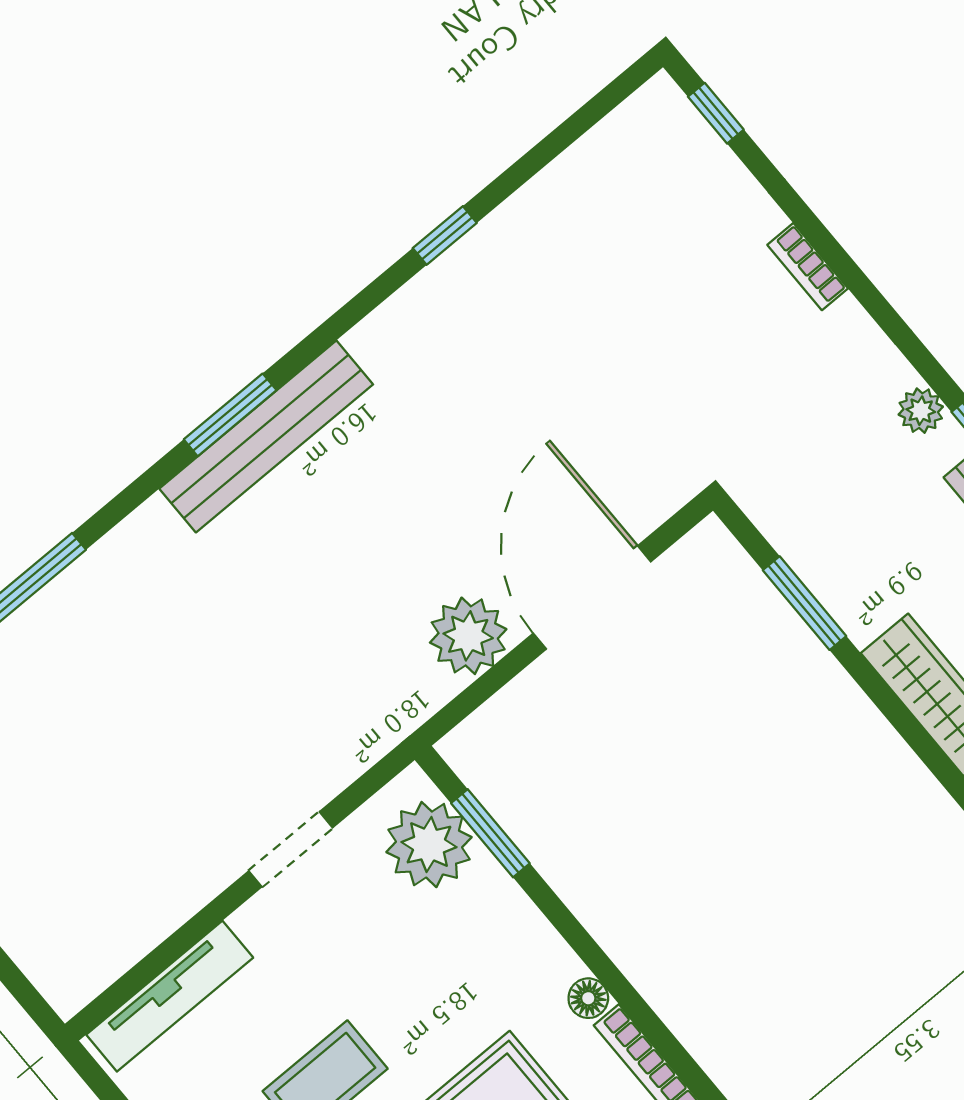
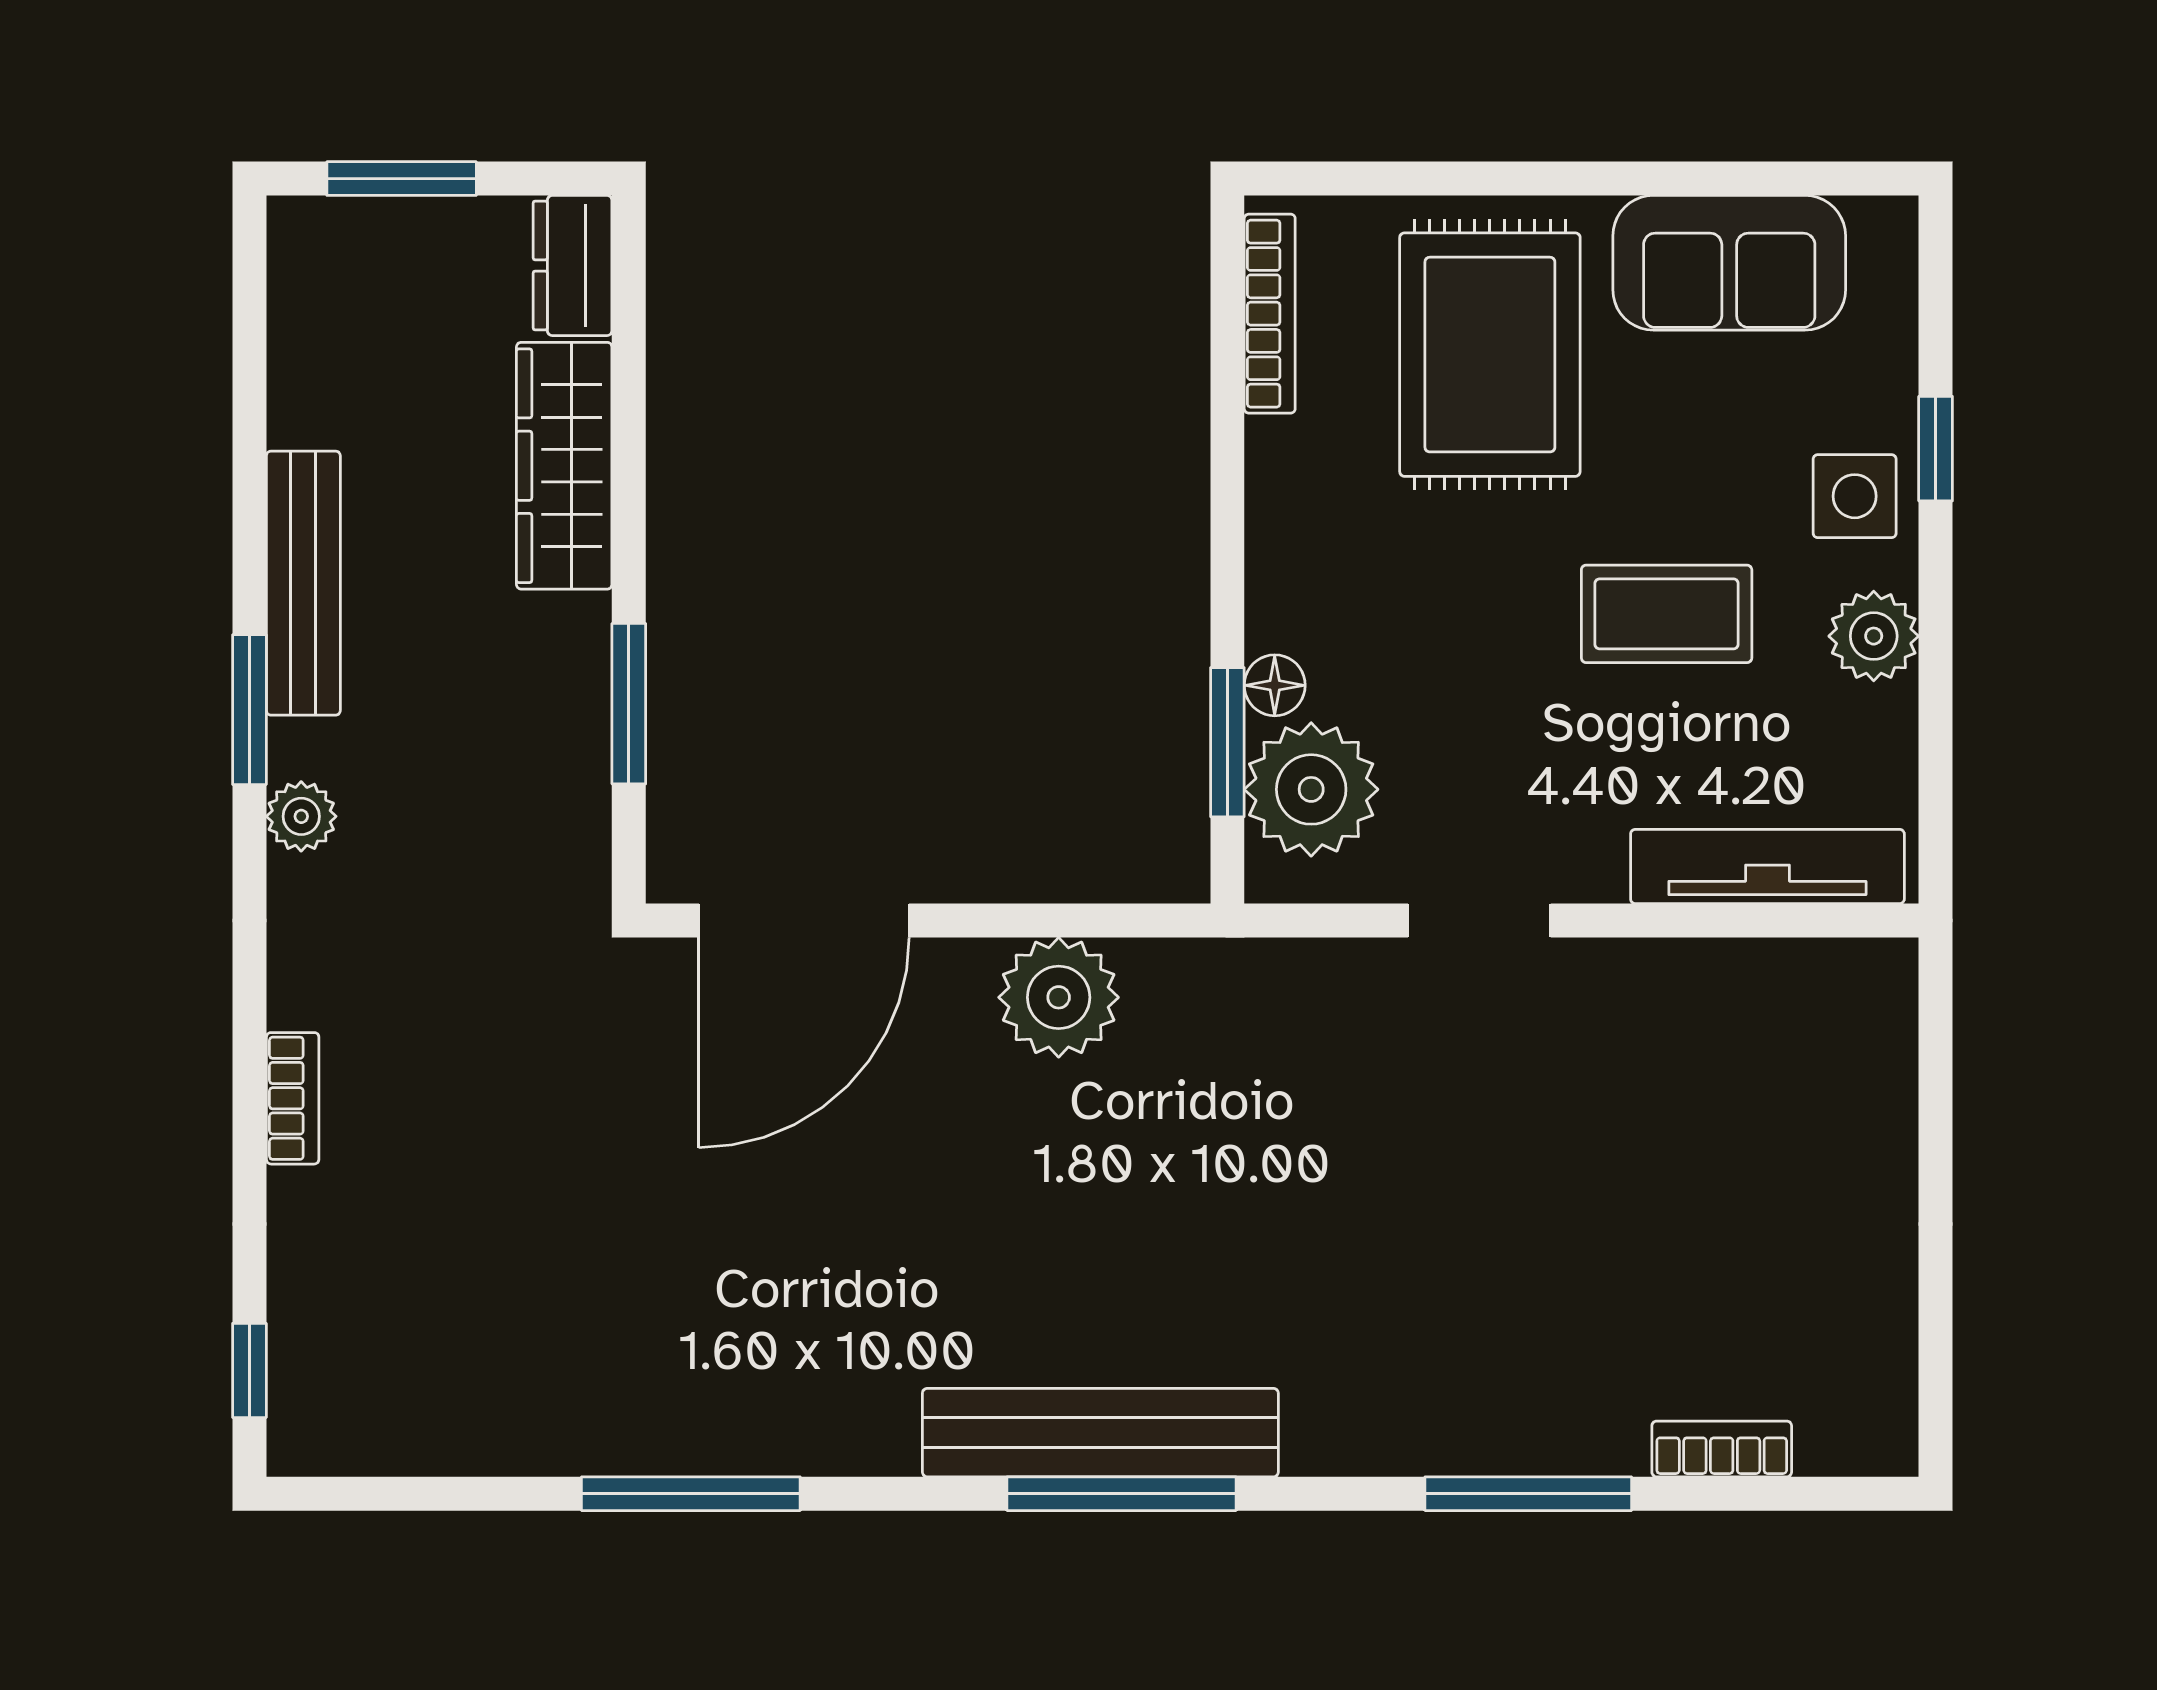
window: (445, 236) -> (691, 1494), width x2.17
window: (230, 415) -> (1121, 1494), width x1.44
door: (592, 597) -> (804, 920), moved
floor lamp: (588, 998) -> (1275, 685), moved

